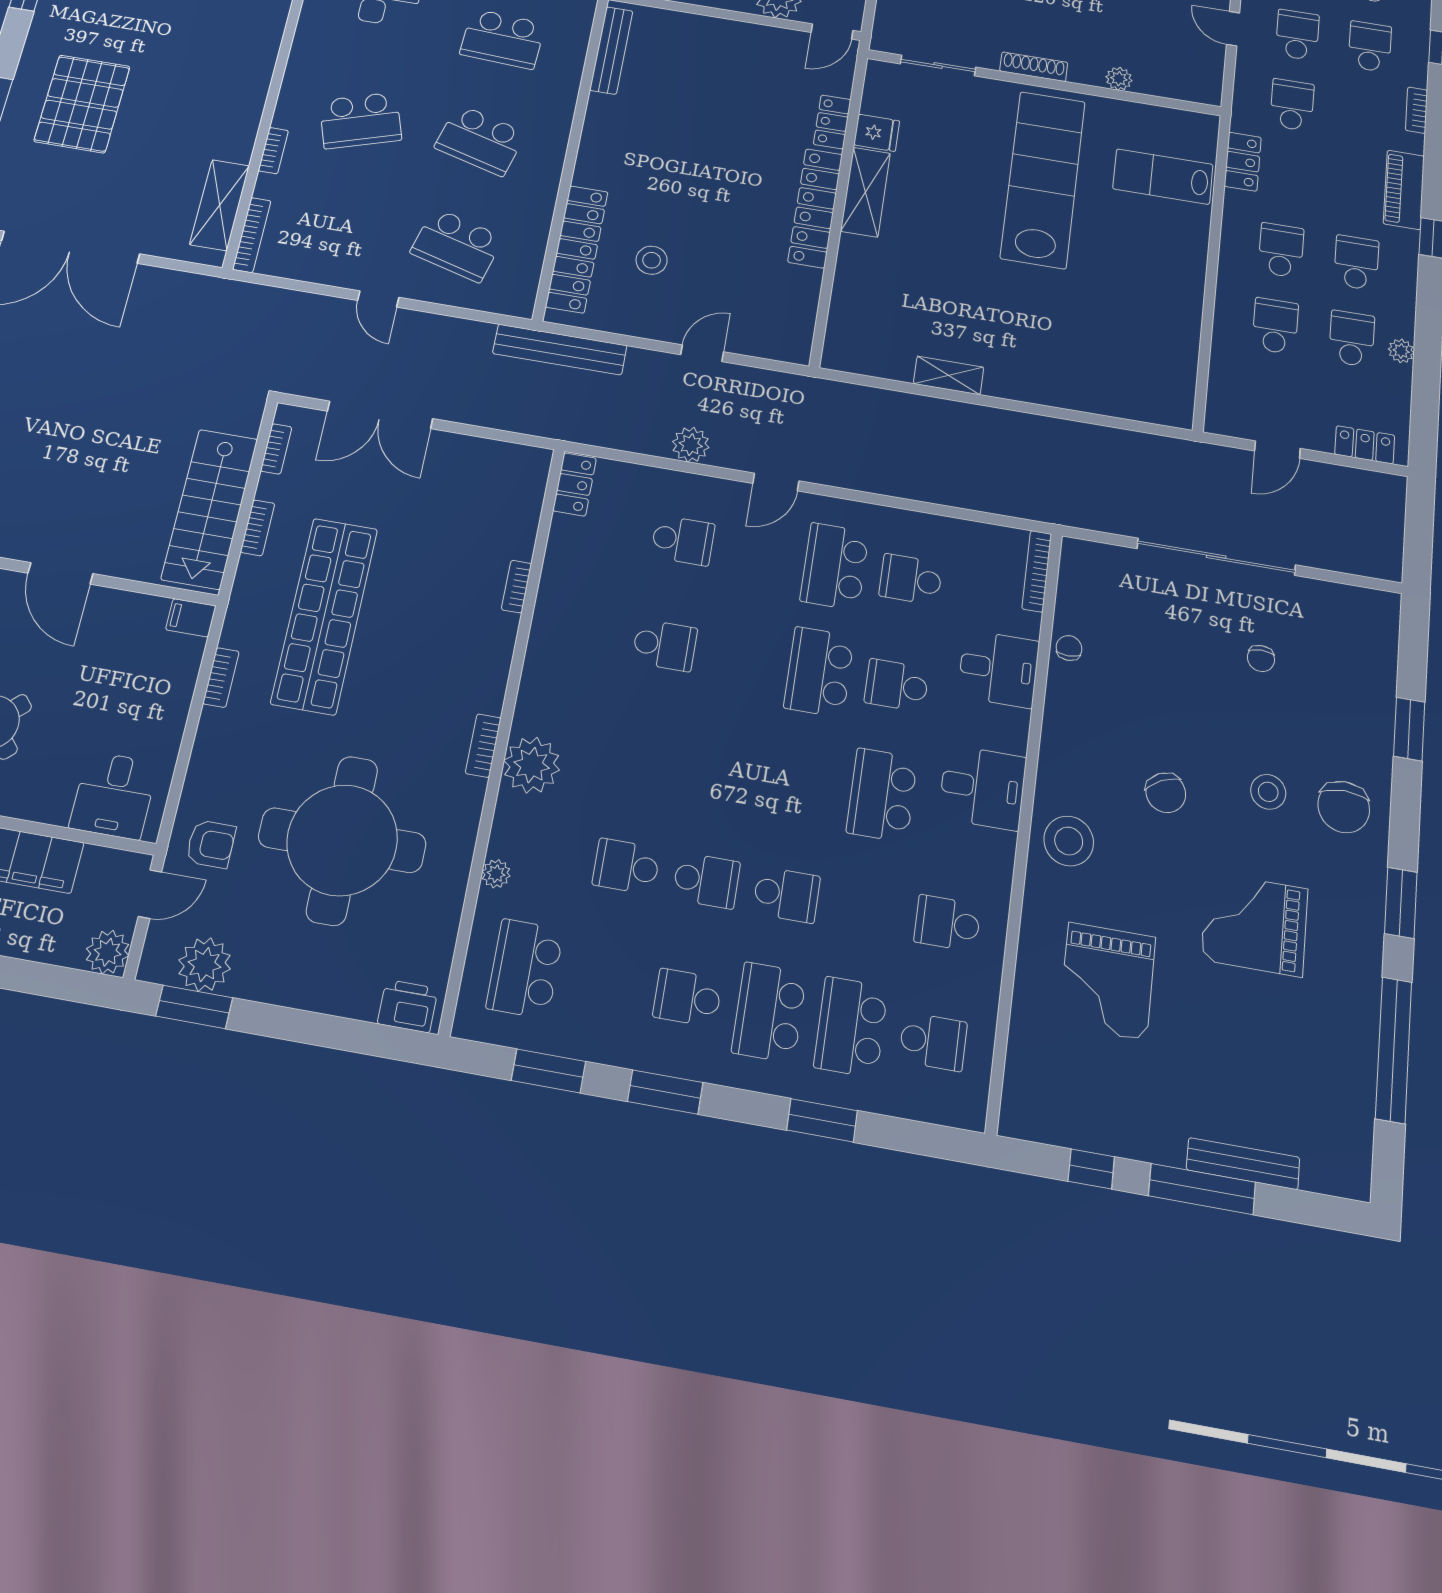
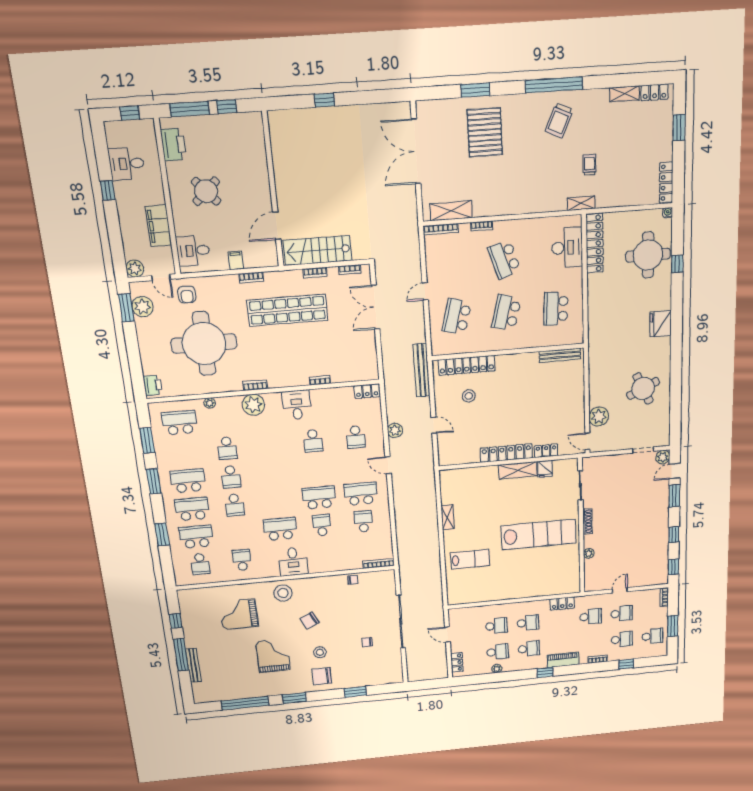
pallet: (82, 104) -> (485, 132), turned 90
lab bench: (1163, 177) -> (470, 559), moved, turned 90
door: (60, 573) -> (277, 226), moved
filing cabinet: (191, 618) -> (236, 260), moved
desk: (998, 669) -> (297, 405), moved, turned 180
school desk: (626, 866) -> (227, 448), turned 180
school desk: (687, 998) -> (188, 481), width x1.85

